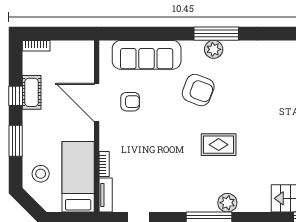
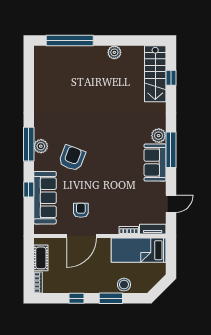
window: (157, 34) -> (29, 190), added
cot: (32, 92) -> (41, 258), moved, turned 90
rug: (219, 145) -> (114, 142), removed
stool: (41, 174) -> (124, 285), moved
sofa: (192, 198) -> (155, 163), added

